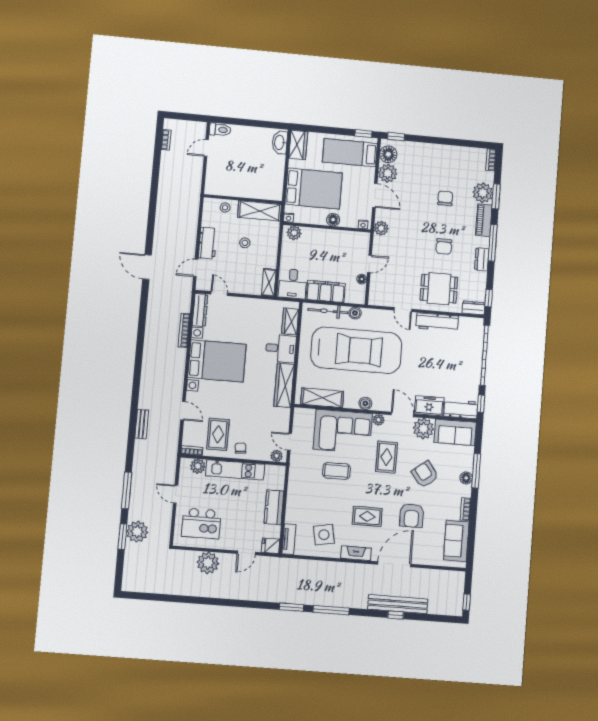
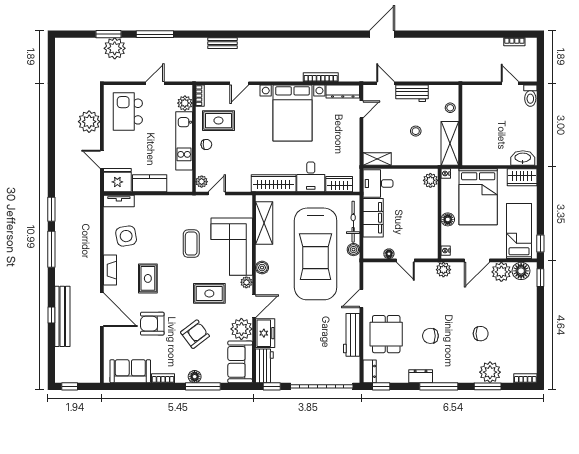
piano: (484, 220) -> (462, 375), removed
fridge: (271, 546) -> (117, 180), width x1.88, depth x1.34

